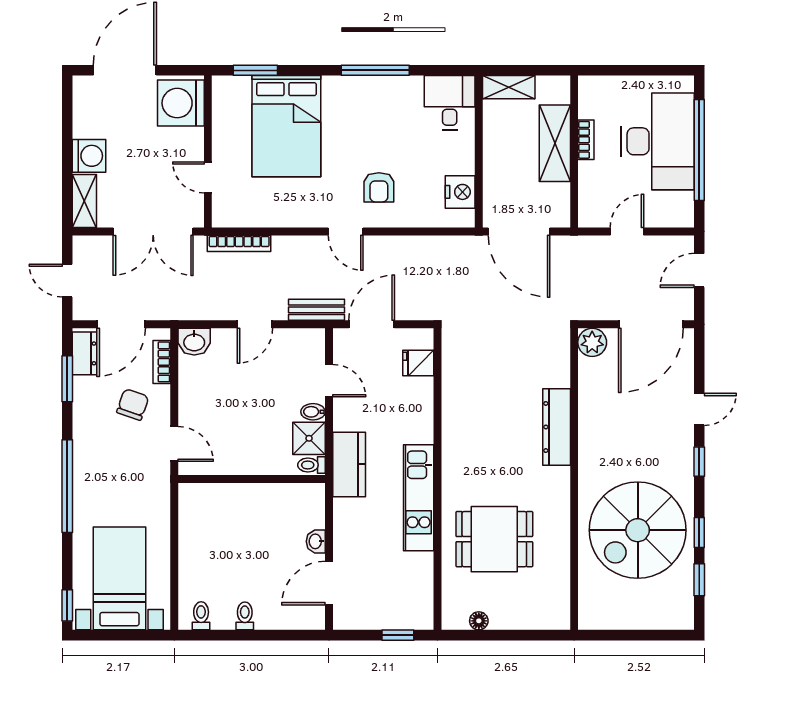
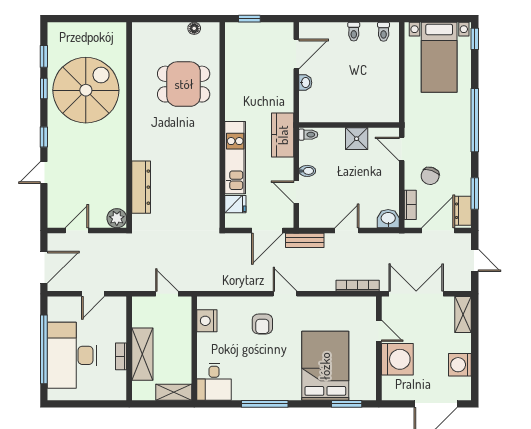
washing machine: (181, 103) -> (397, 359), moved
washing machine: (89, 156) -> (460, 365), moved
armchair: (379, 187) -> (262, 324), turned 180
door: (519, 231) -> (167, 294), width x0.53
door: (699, 270) -> (44, 267), width x1.38
door: (651, 324) -> (77, 231), width x0.53
dresser: (557, 427) -> (141, 187), moved
shower: (309, 438) -> (357, 139), moved
kitchen unit: (419, 498) -> (235, 158), moved

